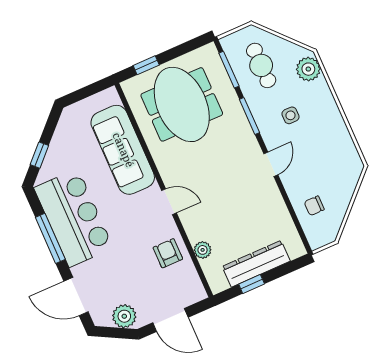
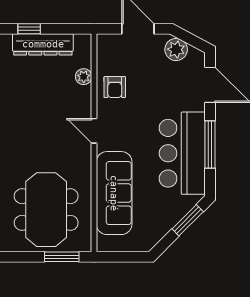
window: (146, 65) -> (62, 257), width x1.50
window: (39, 155) -> (188, 220), width x1.50
window: (252, 284) -> (29, 29), moved

